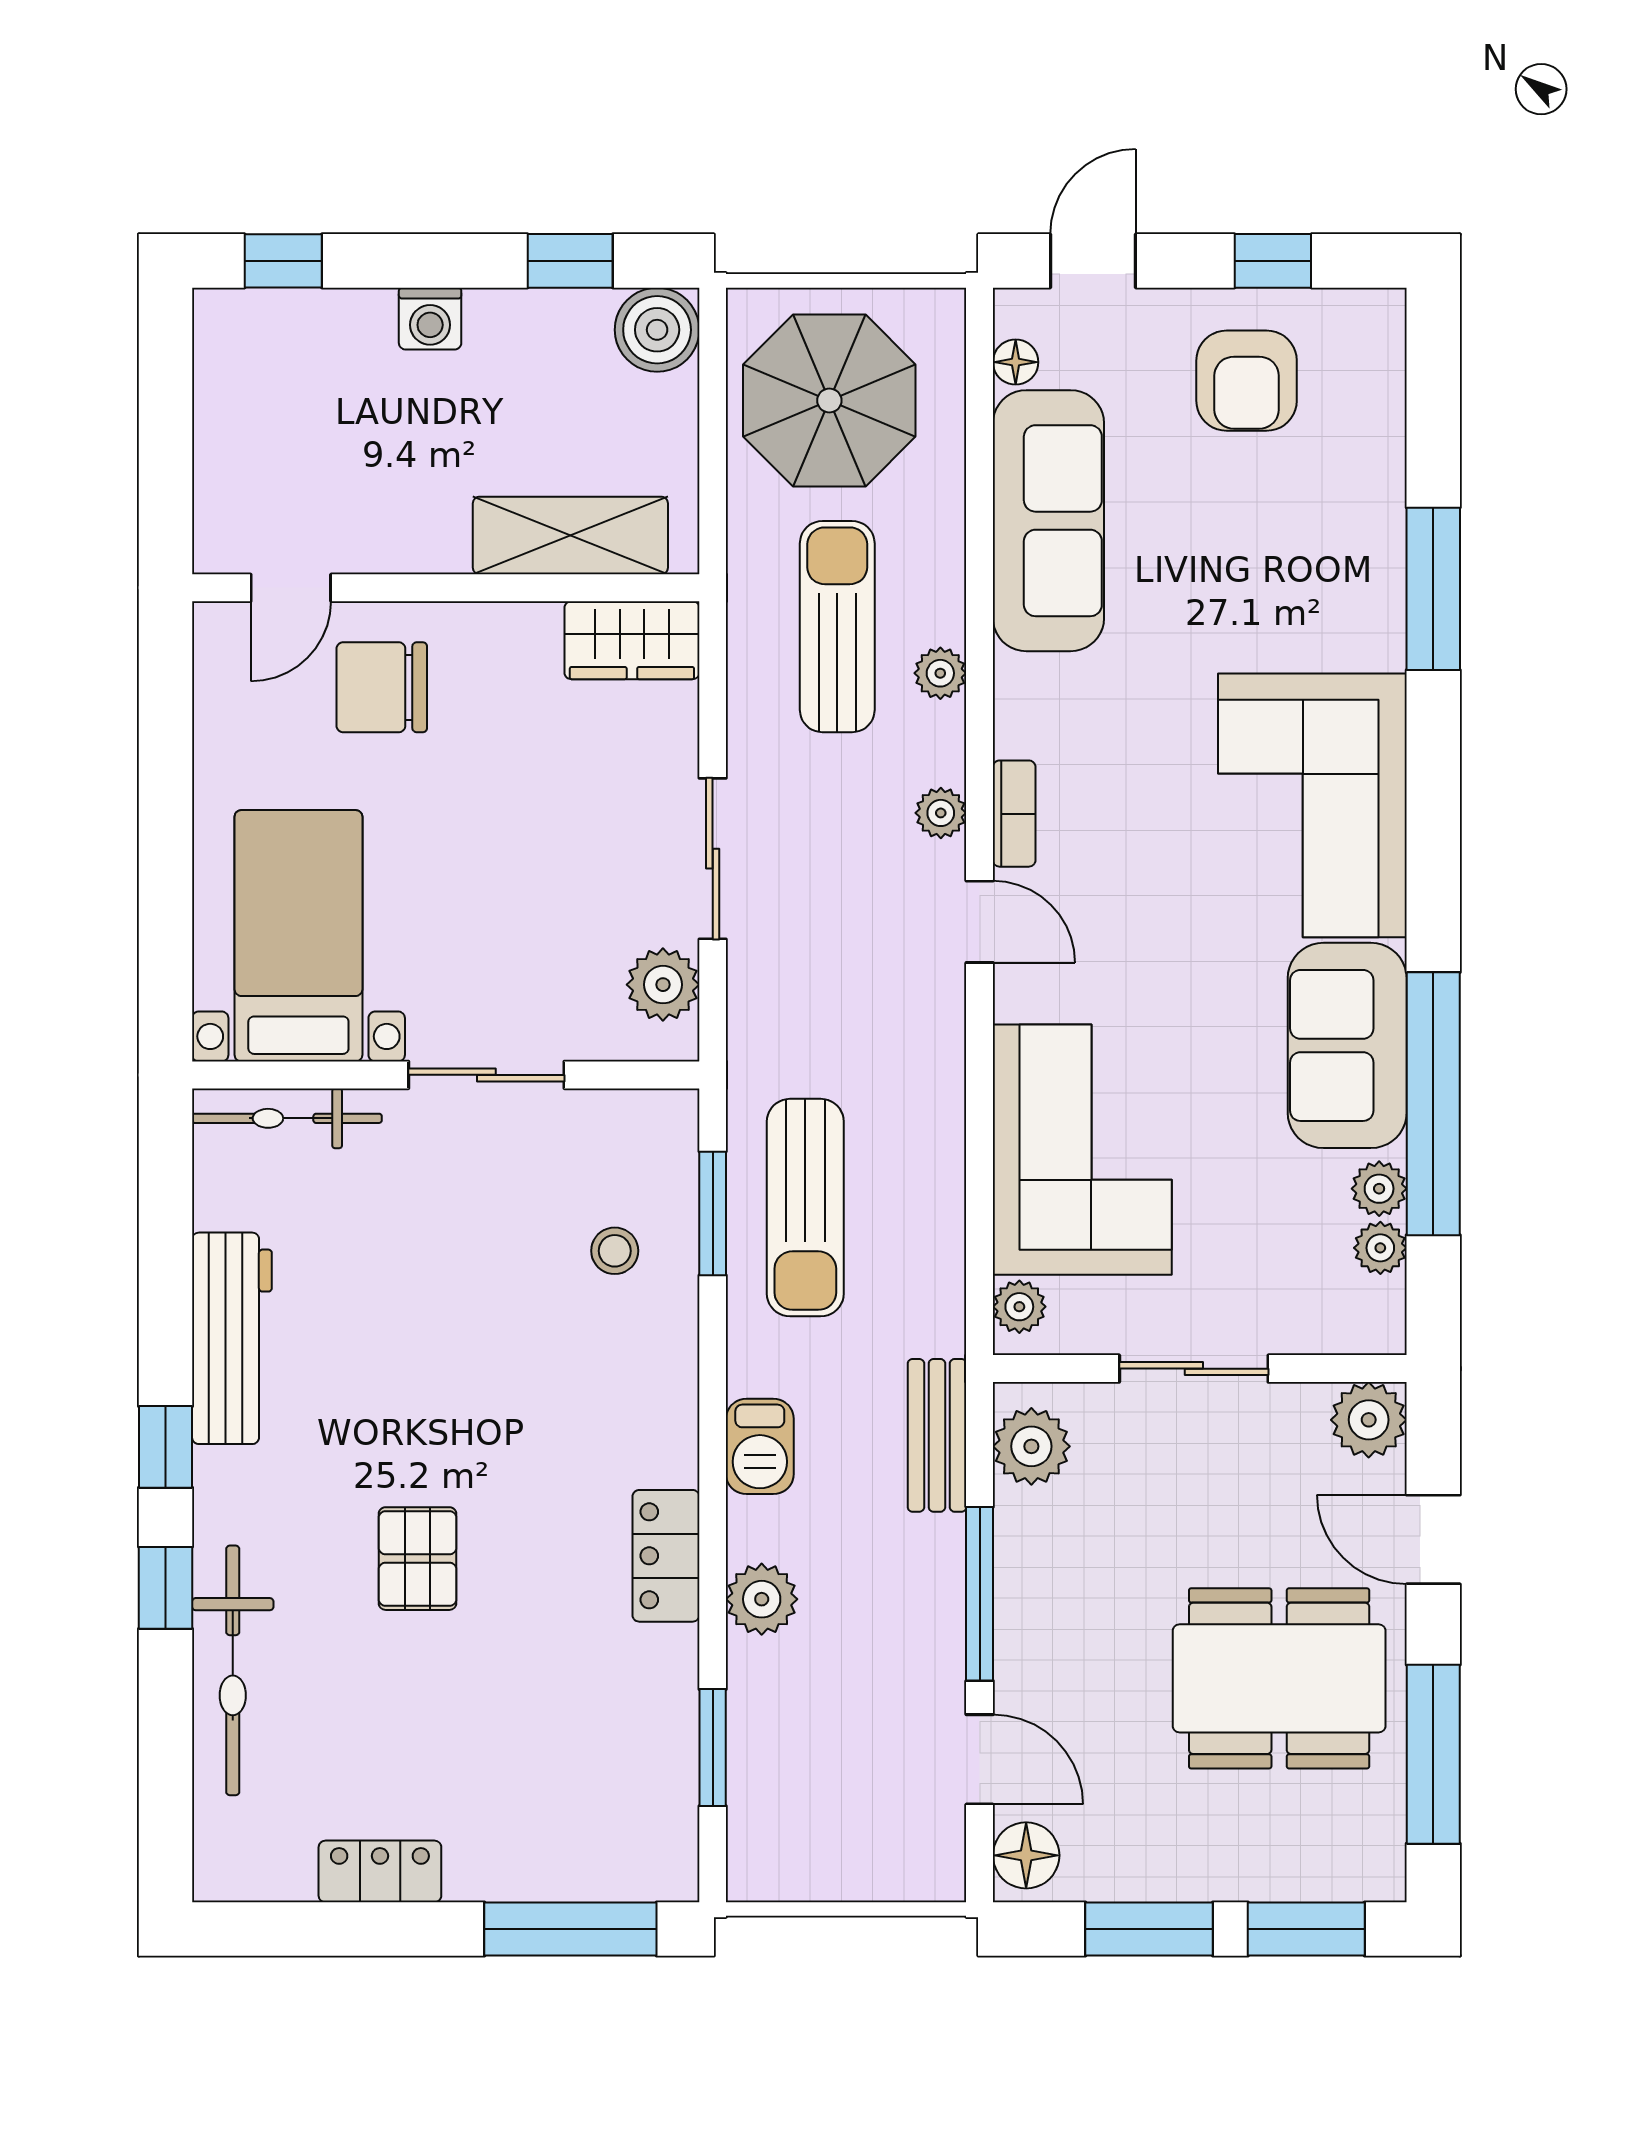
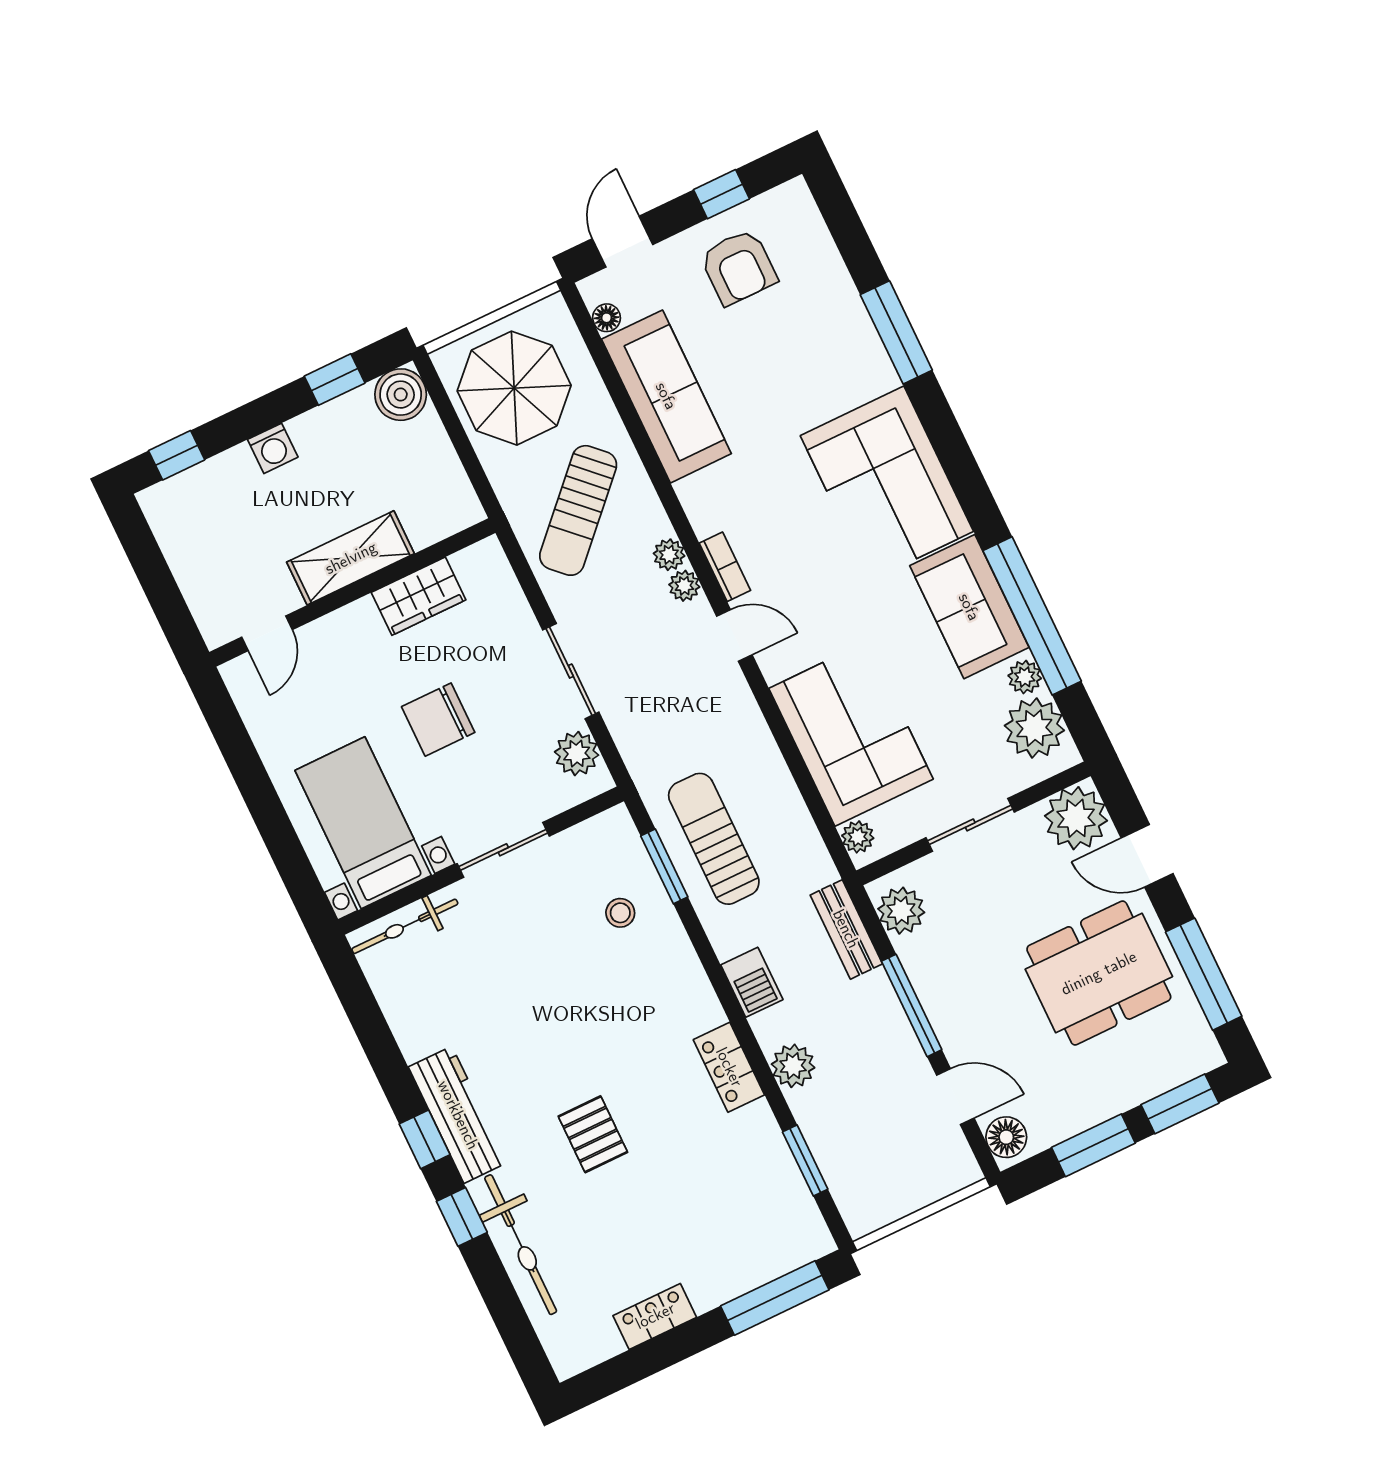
shelving: (570, 536) -> (351, 558), moved
sun lounger: (837, 627) -> (578, 510), turned -136
wardrobe: (632, 640) -> (419, 596), moved
plant: (940, 673) -> (669, 555), moved
chair: (382, 687) -> (438, 720), moved
sun lounger: (805, 1208) -> (714, 839), turned 180
plant: (1380, 1248) -> (1034, 728), width x1.88, depth x1.88
workbench: (232, 1338) -> (458, 1115), moved
plant: (1369, 1420) -> (1076, 818), width x1.36, depth x1.36

